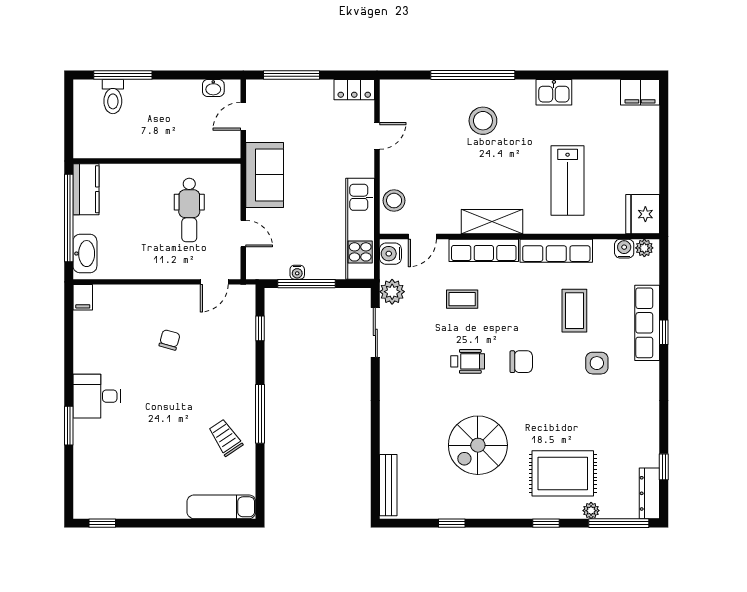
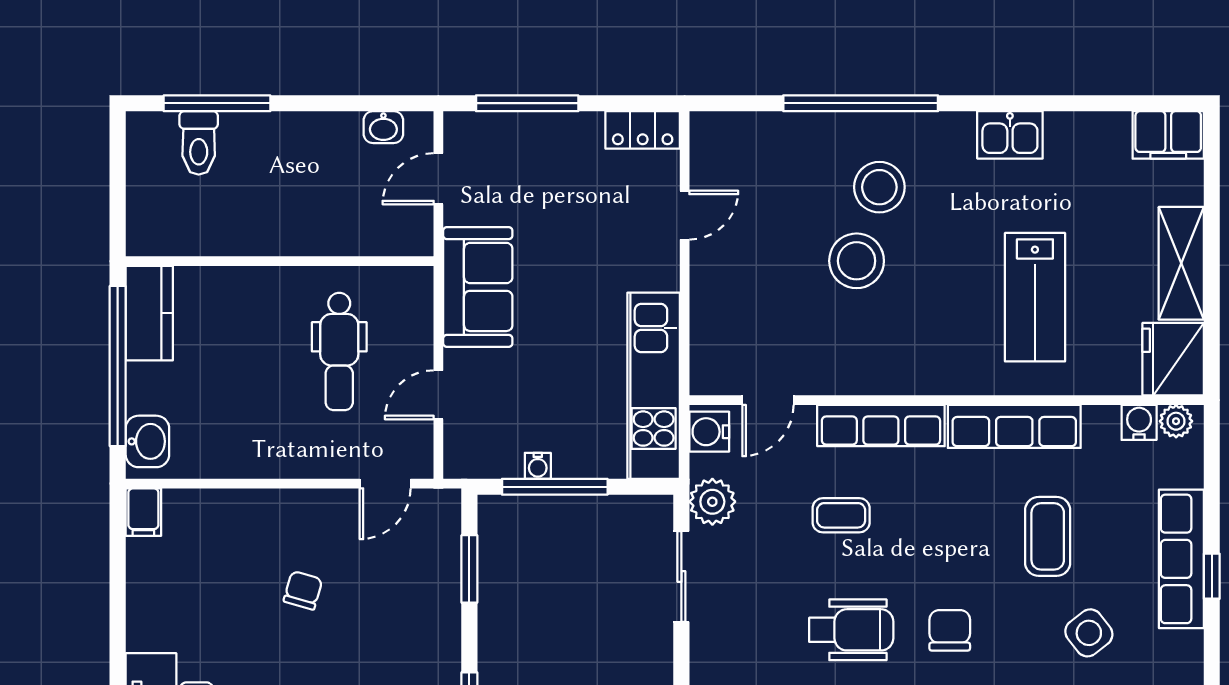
stool: (394, 201) -> (857, 261), moved, width x1.38, depth x1.38
shelving: (492, 222) -> (1181, 263), moved, turned 90
door: (243, 234) -> (438, 395), swing flipped
washbasin: (85, 254) -> (147, 441), width x0.72
window: (260, 328) -> (469, 569), width x1.50
wheelchair: (468, 361) -> (851, 630), width x1.36, depth x1.37
chair: (521, 362) -> (950, 630), turned -90
side table: (597, 363) -> (1089, 633), turned -38

